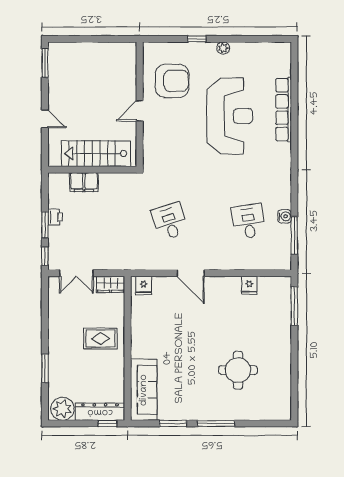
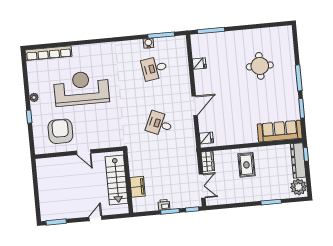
row of seats: (284, 110) -> (49, 53), moved
desk: (170, 221) -> (160, 124), turned 42

